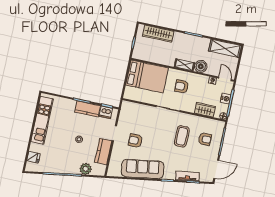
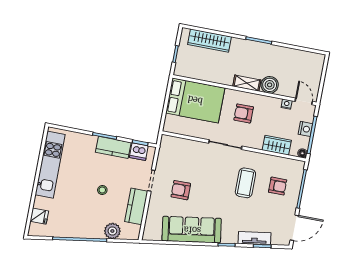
shelving: (225, 48) -> (303, 59), removed

